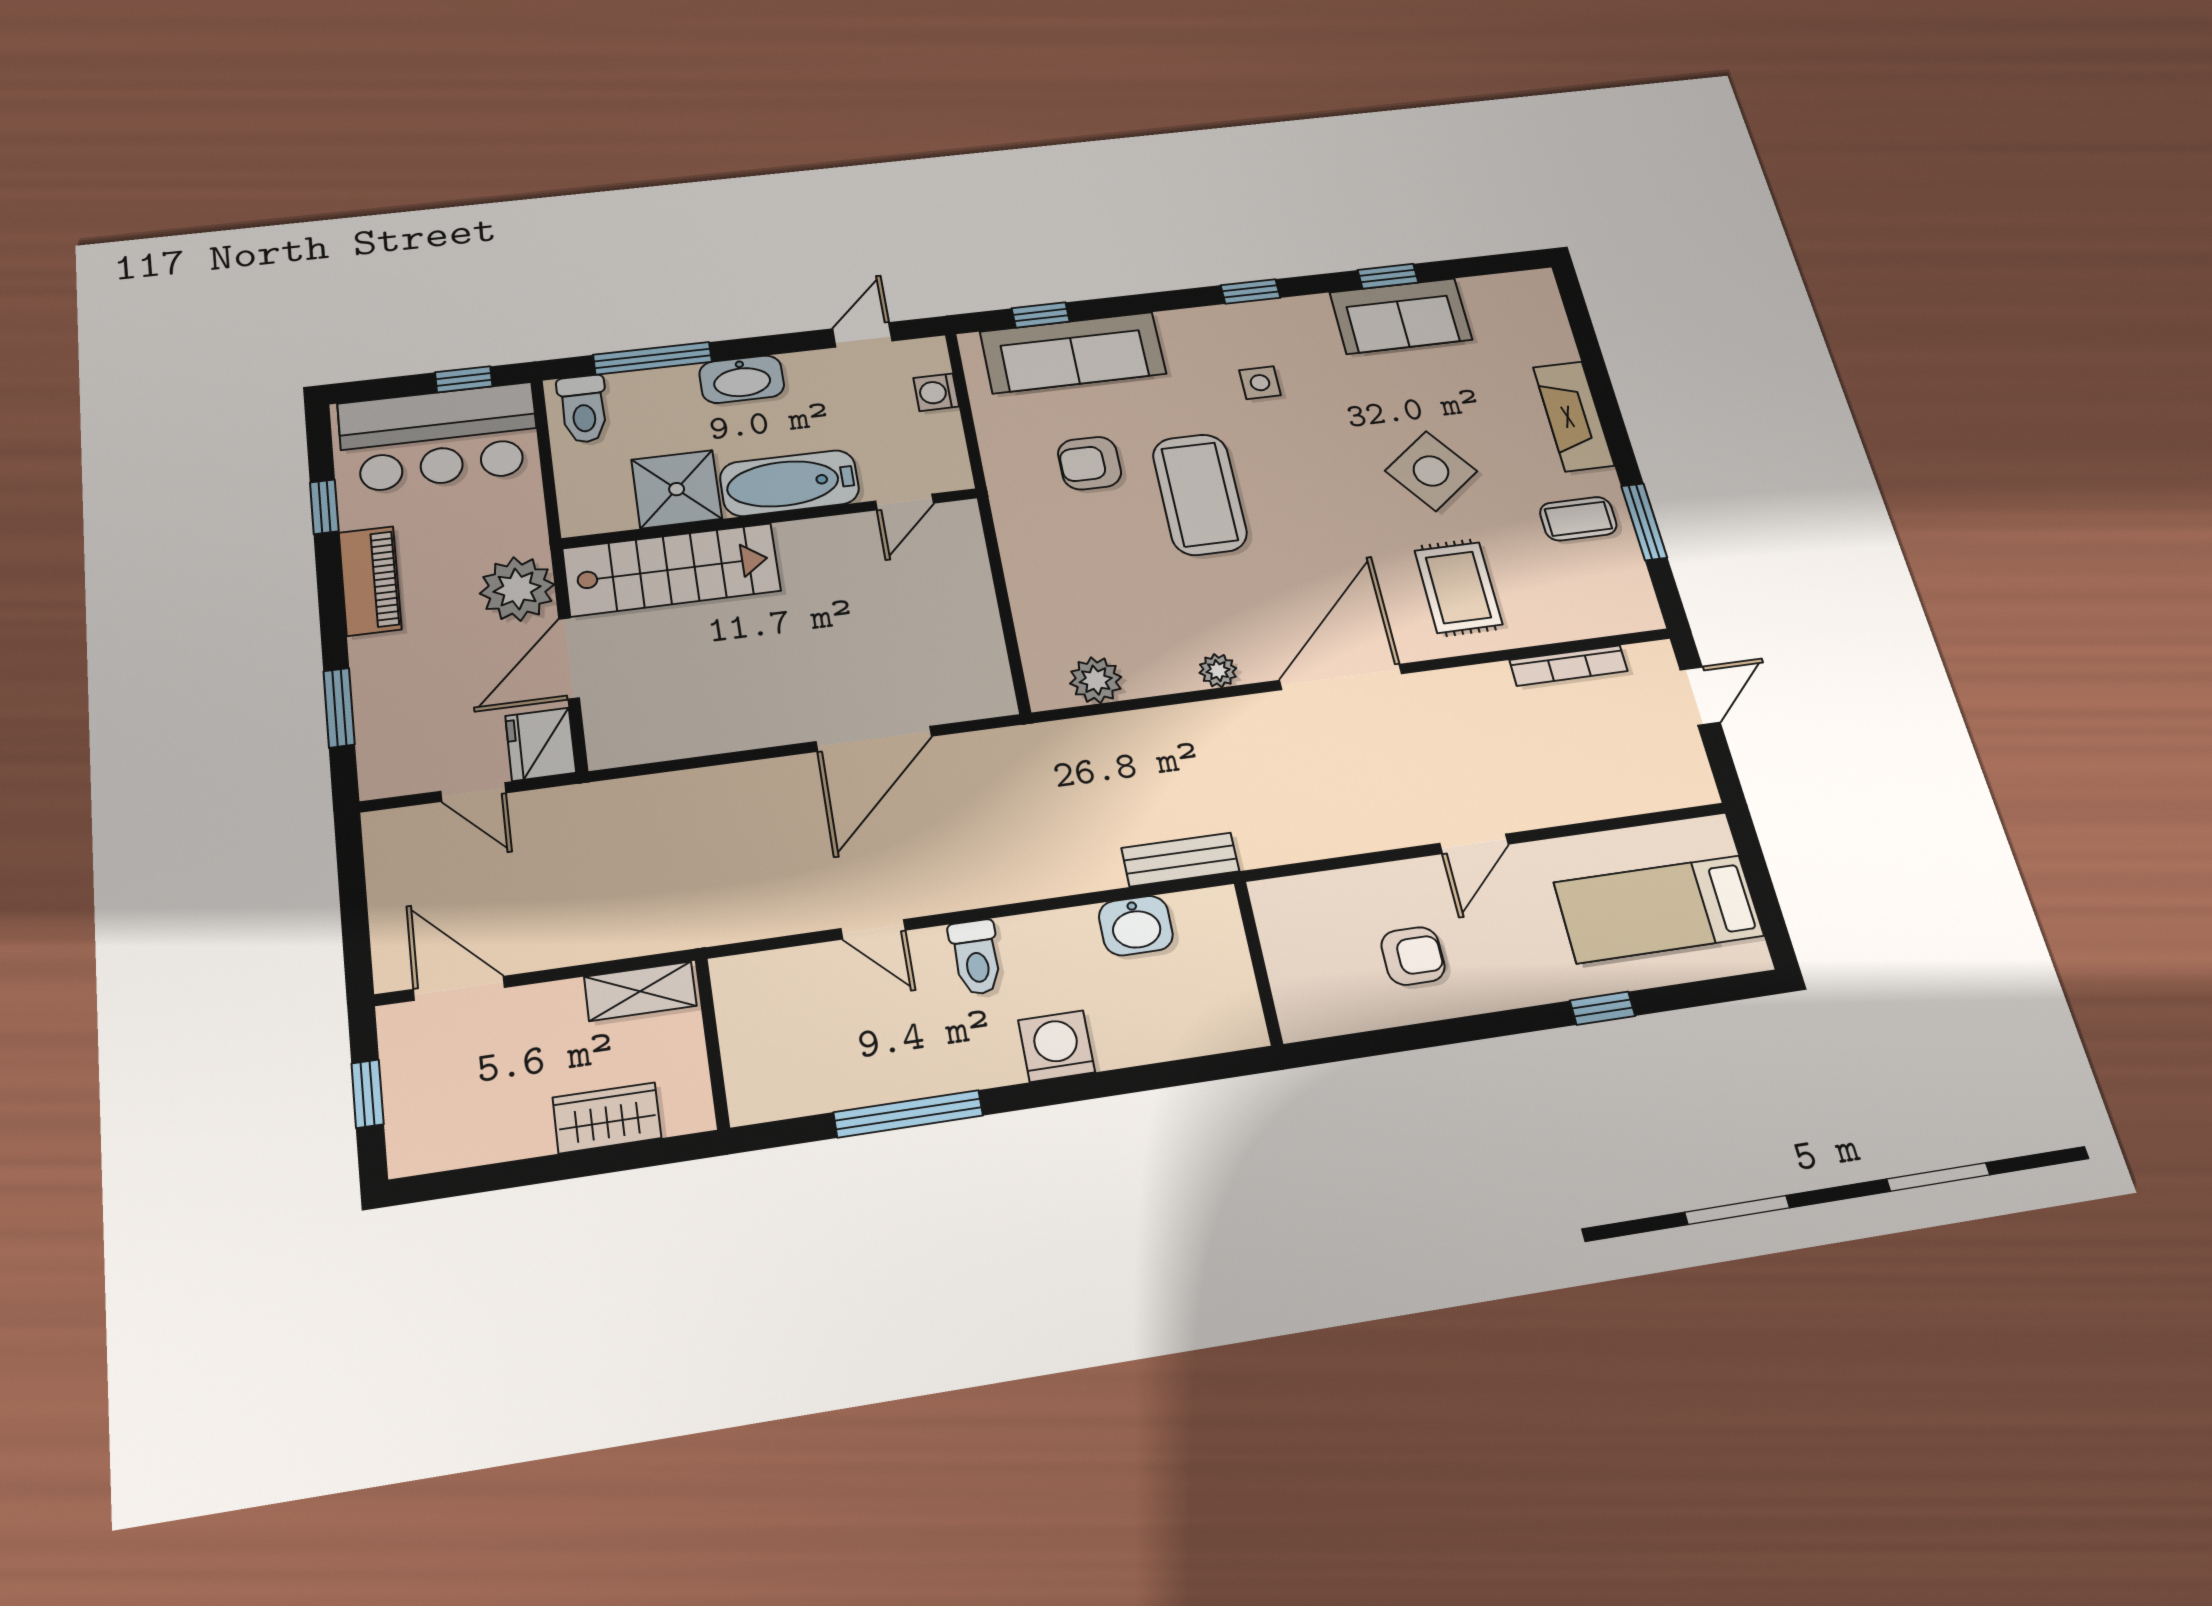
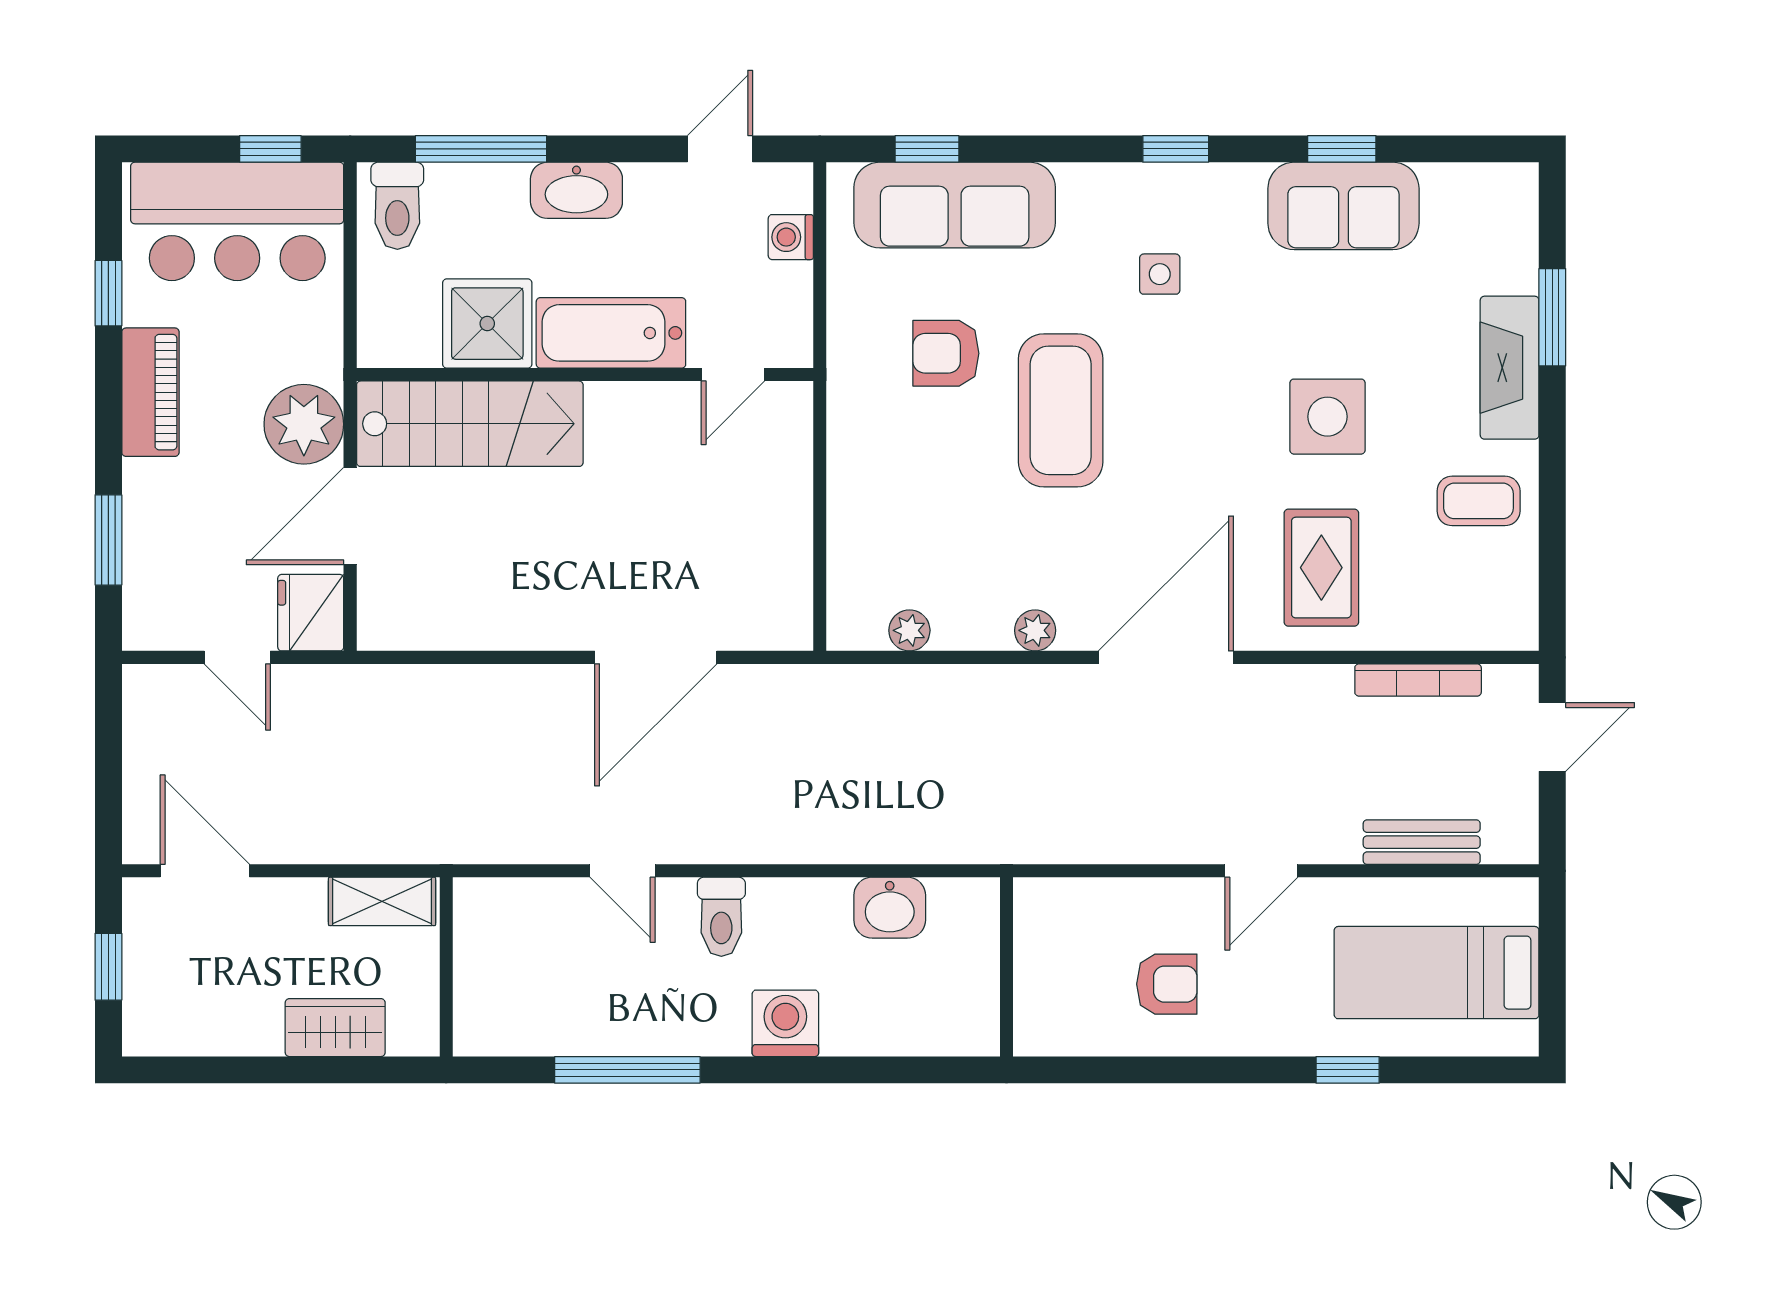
side table: (1431, 471) -> (1328, 417), turned 37
window: (1644, 522) -> (1552, 317), moved
plant: (1096, 680) -> (909, 630), width x0.73, depth x0.73
bench: (1180, 860) -> (1422, 842), moved

